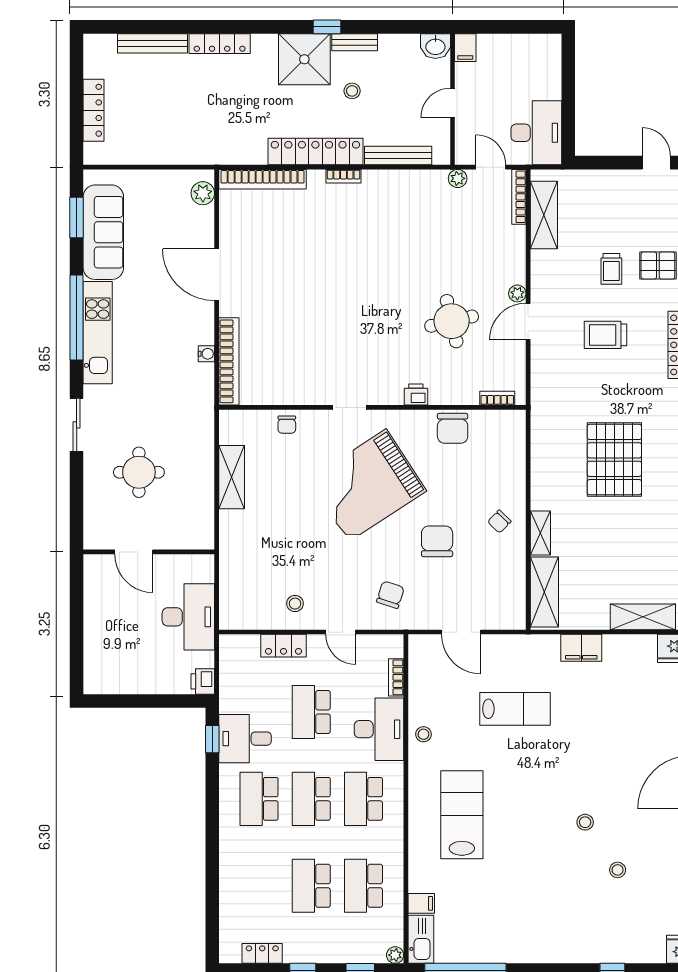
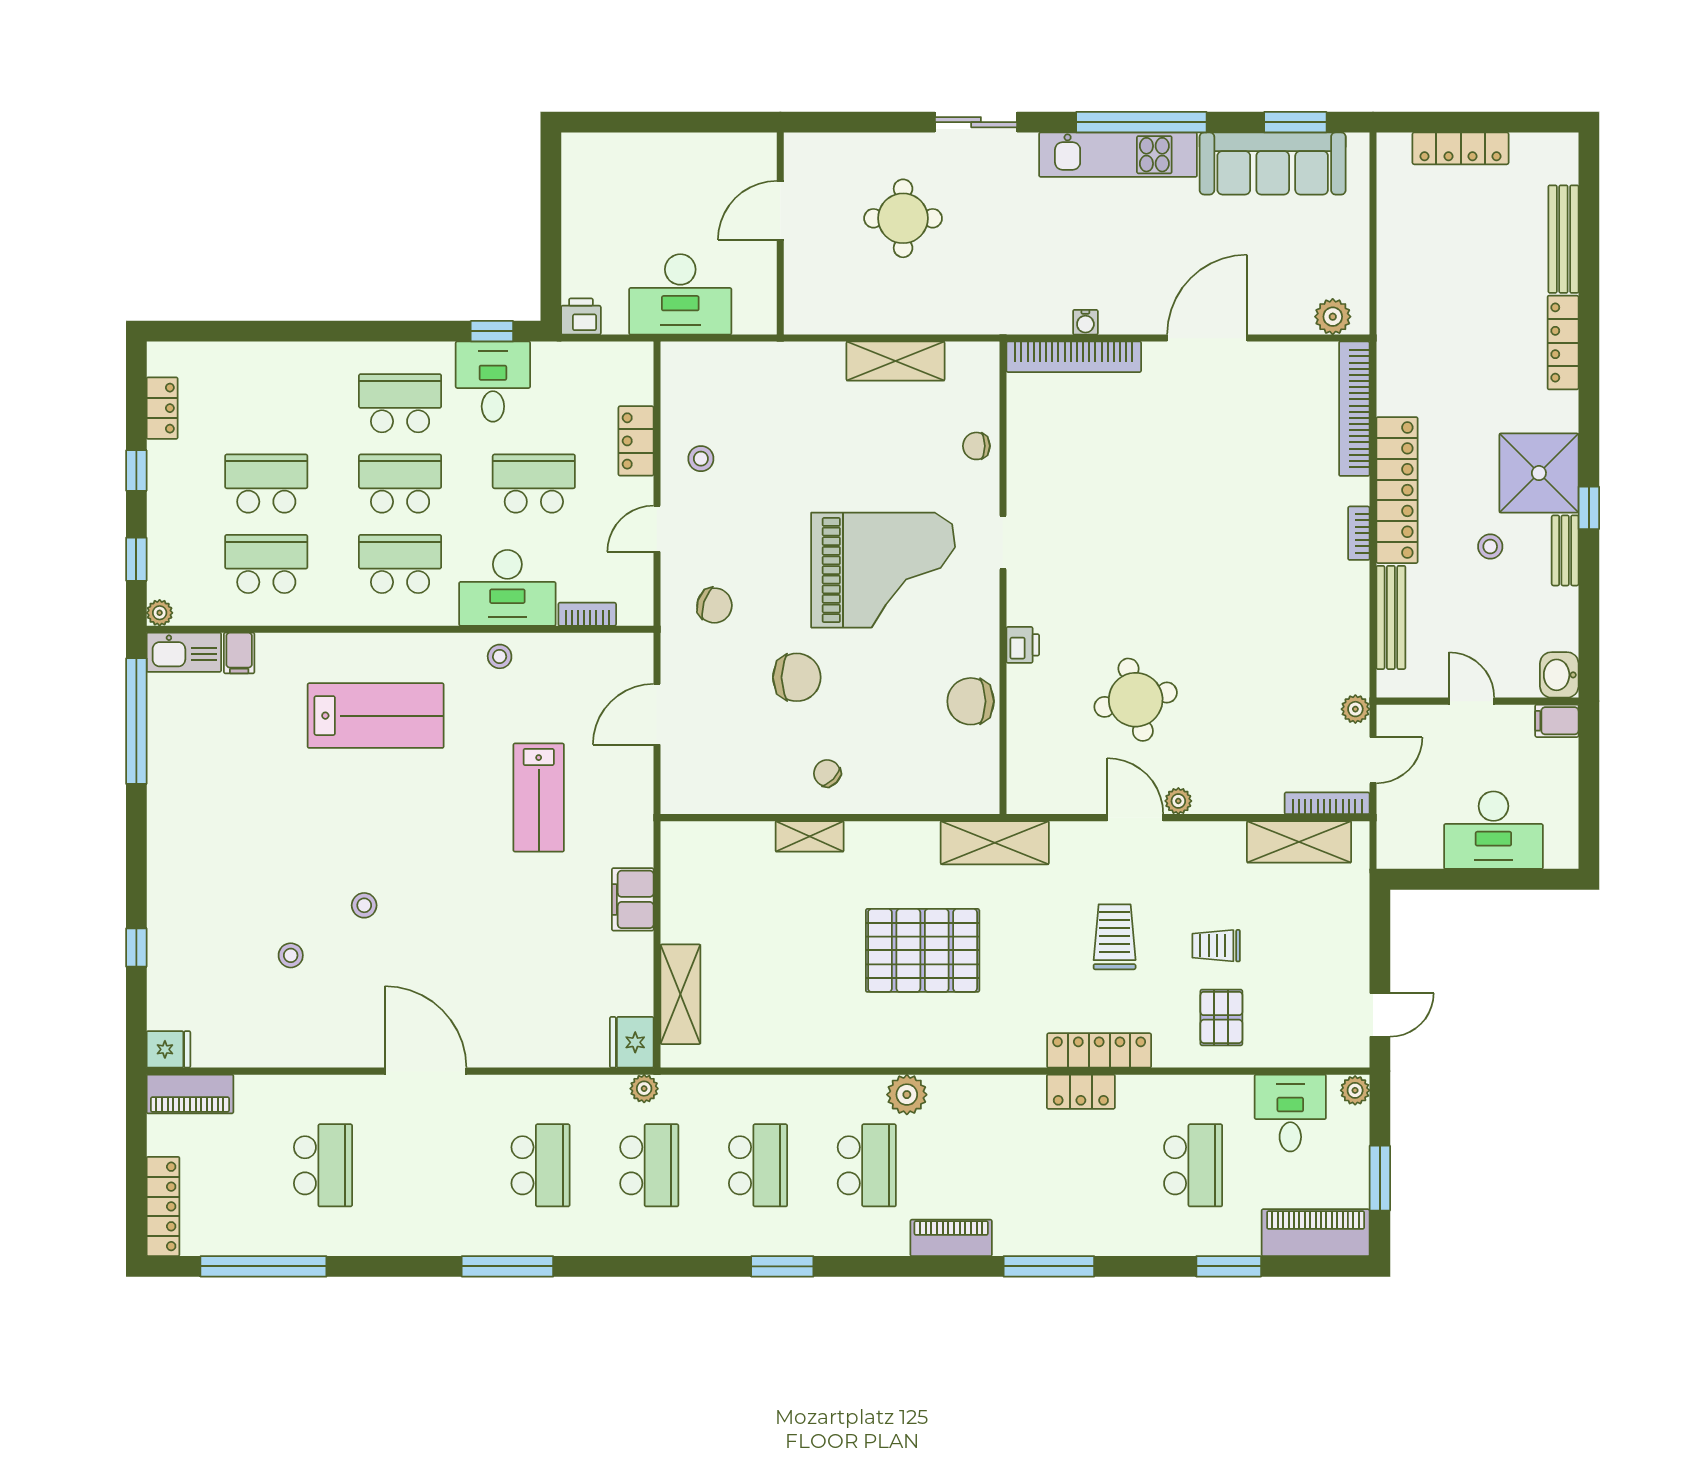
desk: (536, 133) -> (1493, 830), moved
bookcase: (497, 398) -> (1017, 770), removed
grand piano: (367, 485) -> (883, 570), turned 123
shelving: (544, 592) -> (995, 843), moved

